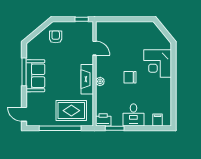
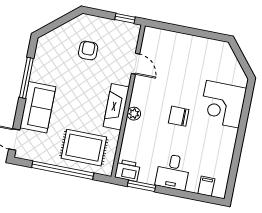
armchair: (56, 37) -> (88, 50), moved
sofa: (35, 76) -> (38, 107), moved

